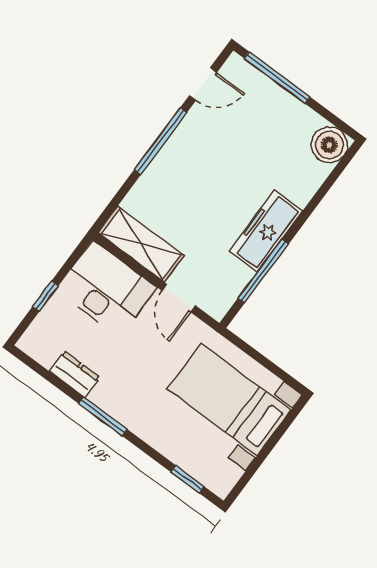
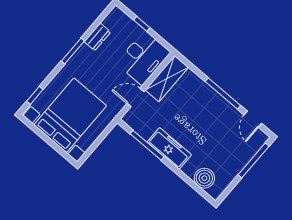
boiler: (329, 145) -> (204, 178), moved
bed with nightstands: (229, 400) -> (70, 115), width x1.36

